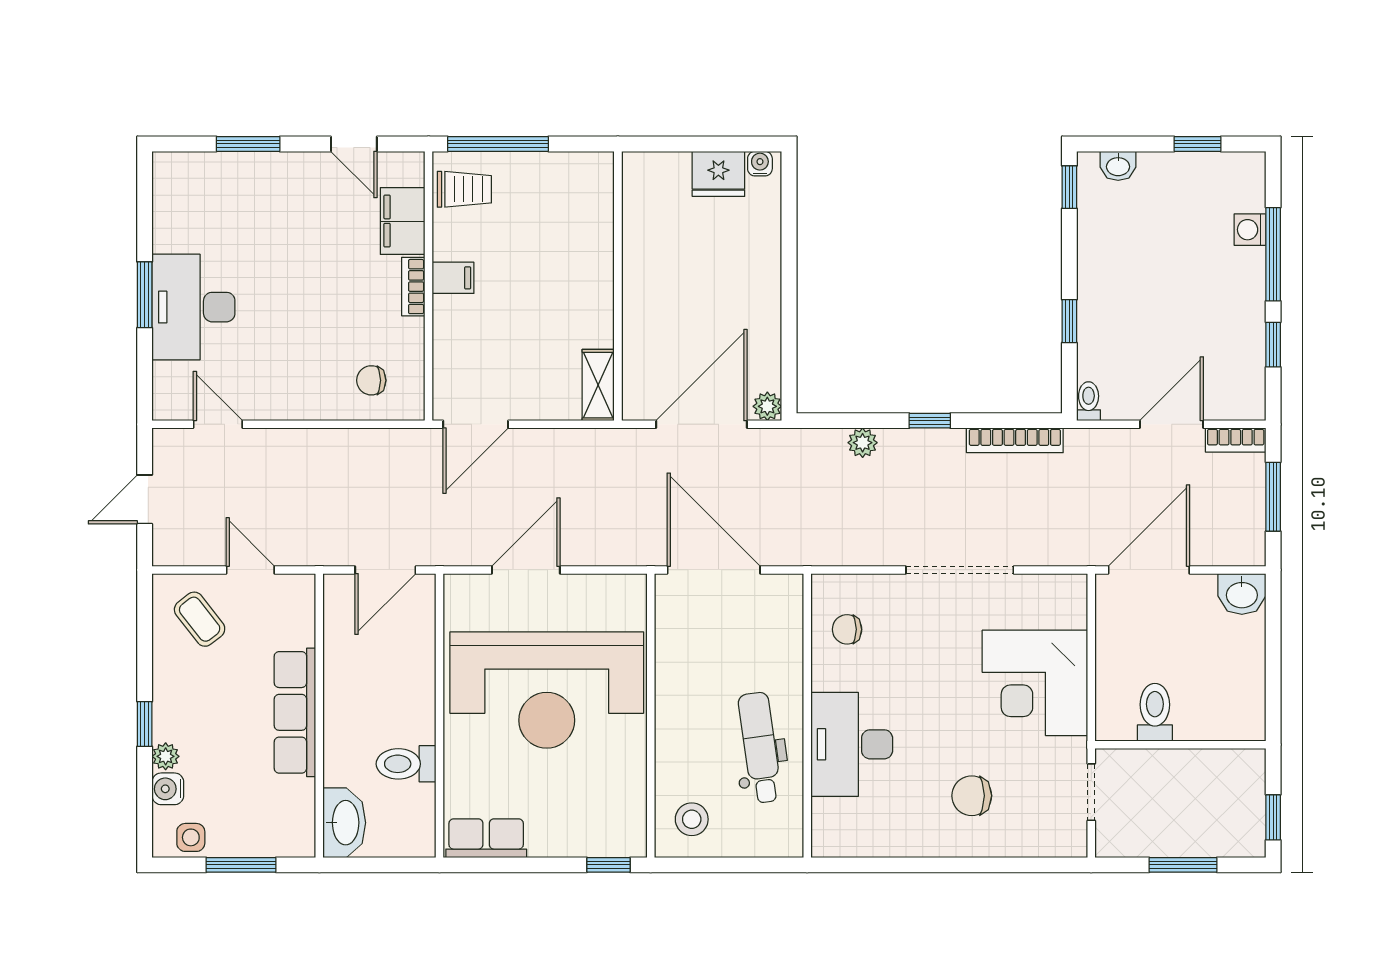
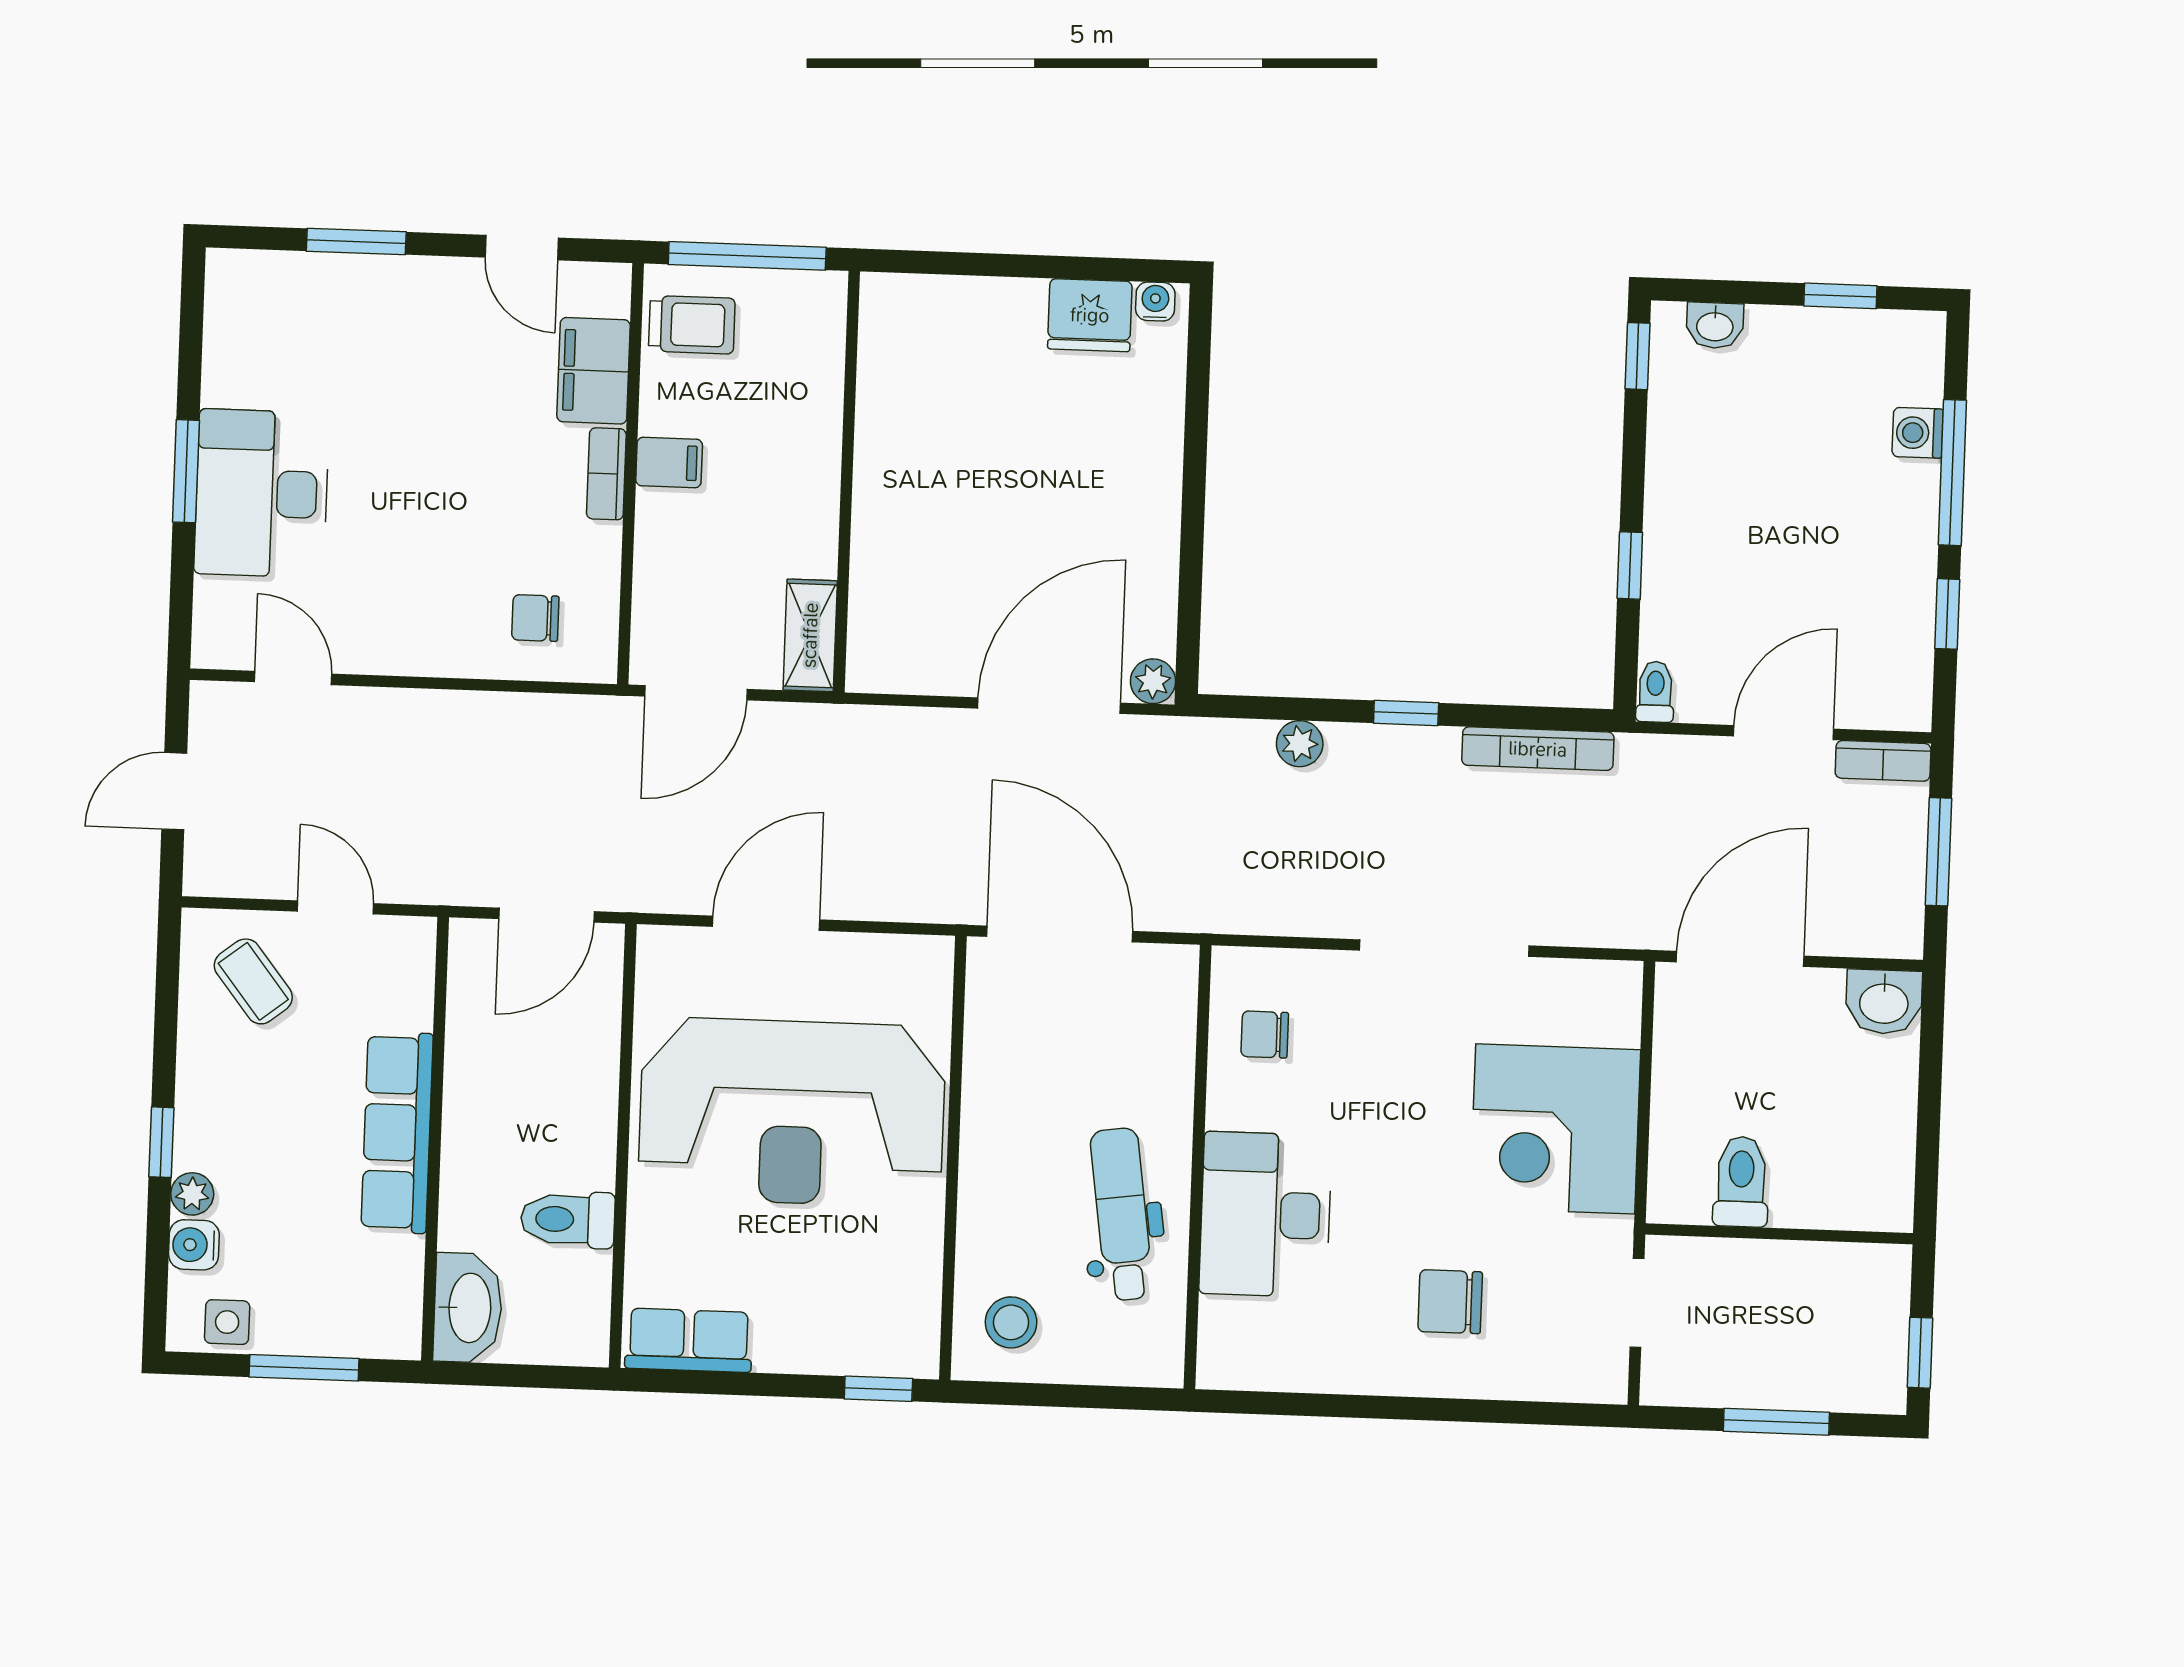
wall: (618, 286) -> (847, 482), moved
shelving: (598, 385) -> (810, 635), moved

